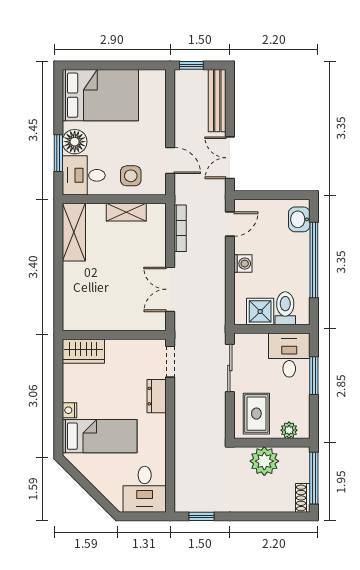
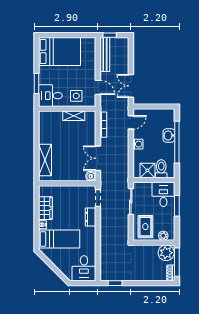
bench: (217, 101) -> (105, 55), moved
floor lamp: (75, 142) -> (45, 77), removed
washbasin: (299, 219) -> (169, 135), moved
shelving: (74, 232) -> (45, 160), moved
boiler: (157, 322) -> (91, 176), added
wardrobe: (83, 351) -> (45, 208), moved, turned -90
plant: (264, 461) -> (166, 253), moved

